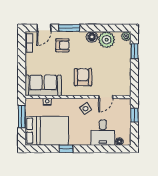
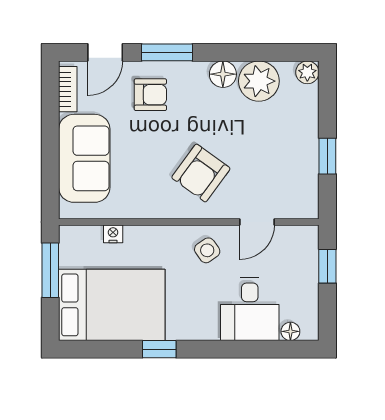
window: (134, 51) -> (327, 156), moved
armchair: (83, 77) -> (201, 173), turned -144
sofa: (43, 85) -> (84, 158), moved, turned 90

